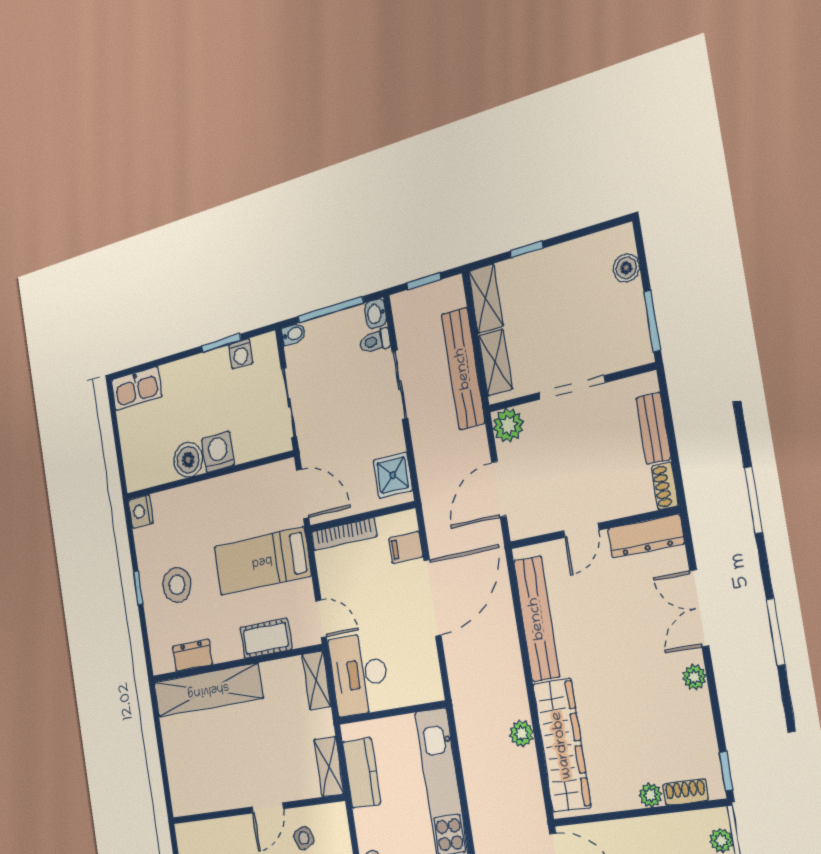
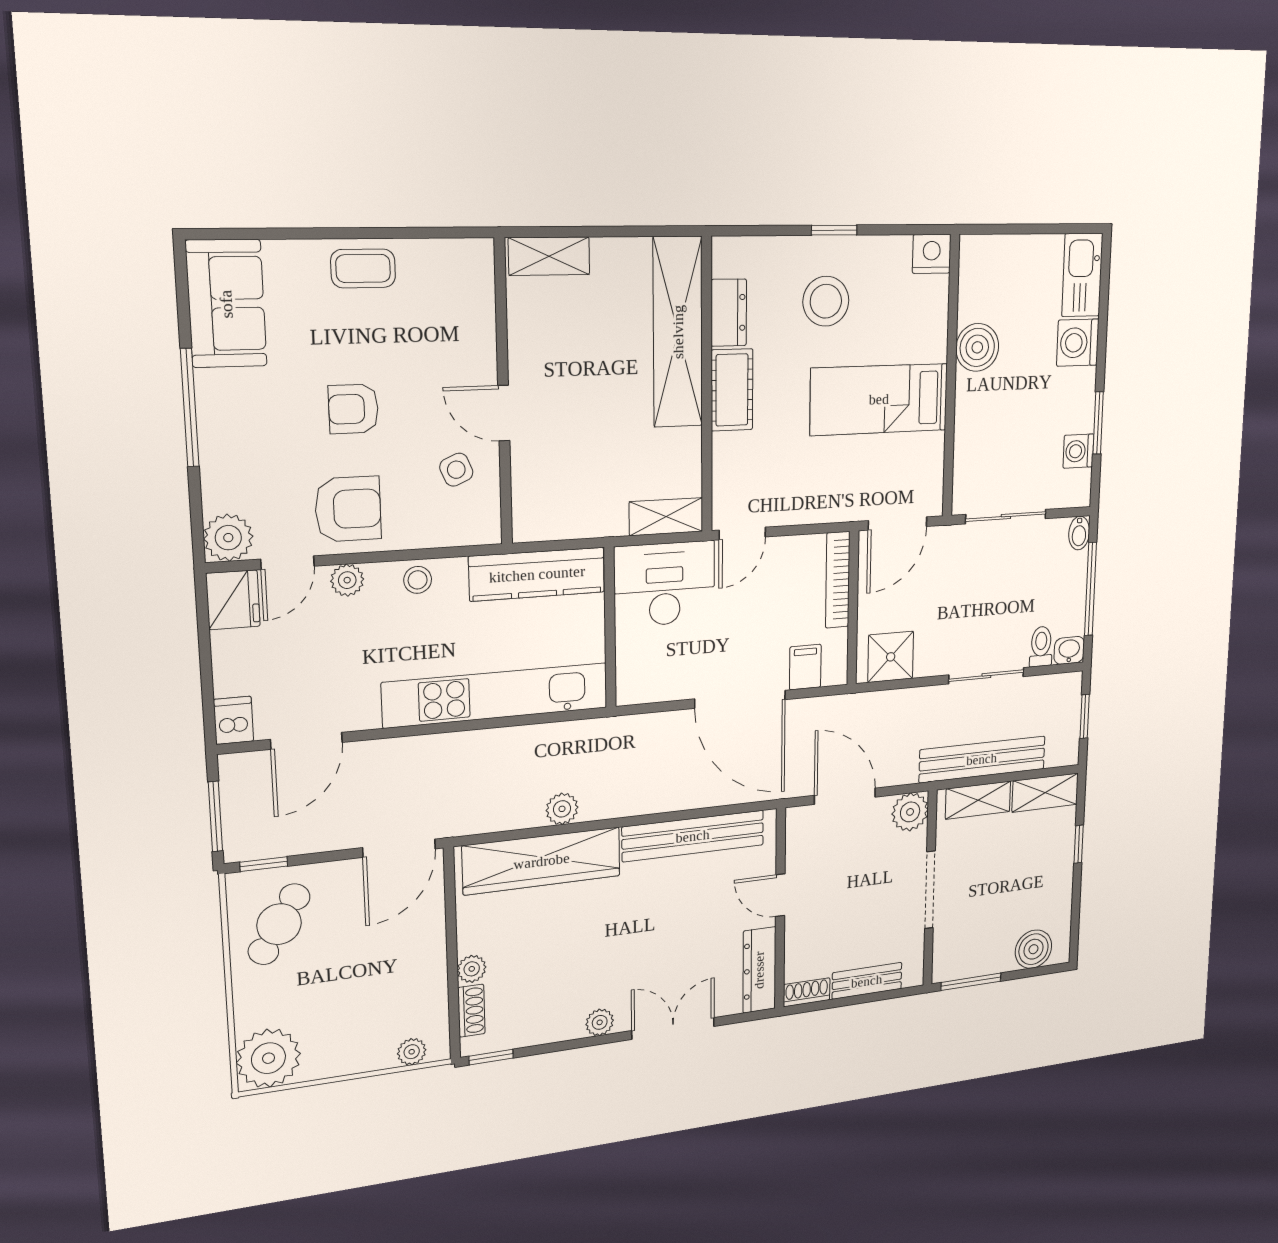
boiler: (626, 268) -> (1033, 949), width x1.36, depth x1.36
washing machine: (218, 452) -> (1078, 343), moved, turned 180
bed: (262, 561) -> (879, 399), moved, turned -90
cot: (266, 638) -> (732, 390), moved
shelving: (329, 767) -> (549, 256), moved
kitchen counter: (362, 773) -> (537, 574), width x1.50

